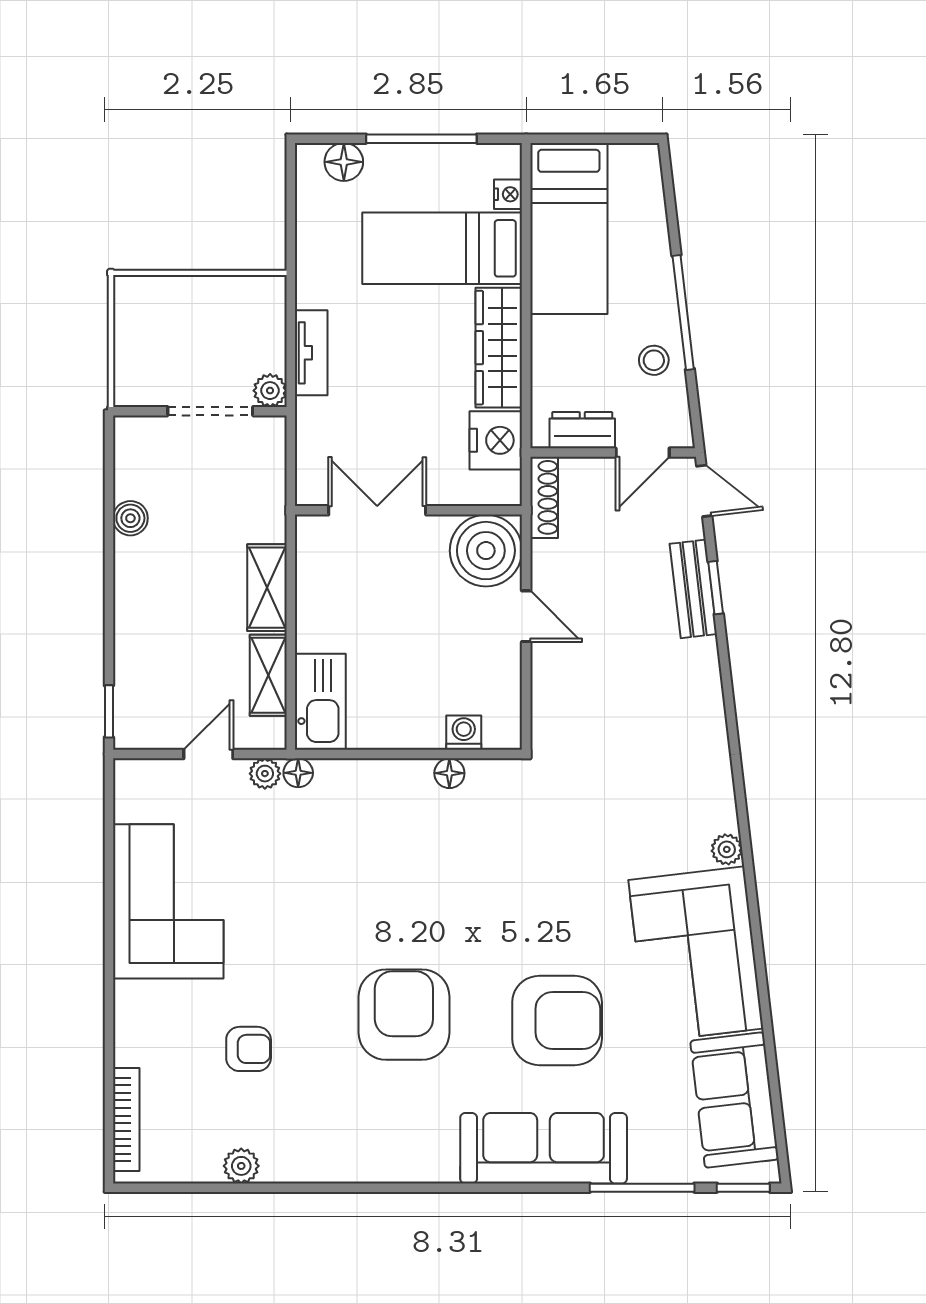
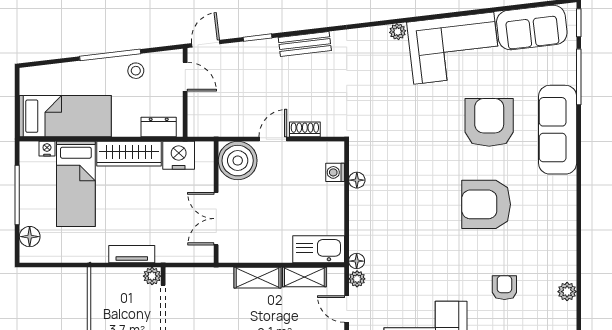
dresser: (582, 430) -> (159, 127), moved, turned 90
shoe rack: (544, 497) -> (305, 129), moved, width x0.70
bench: (693, 589) -> (305, 44), moved

